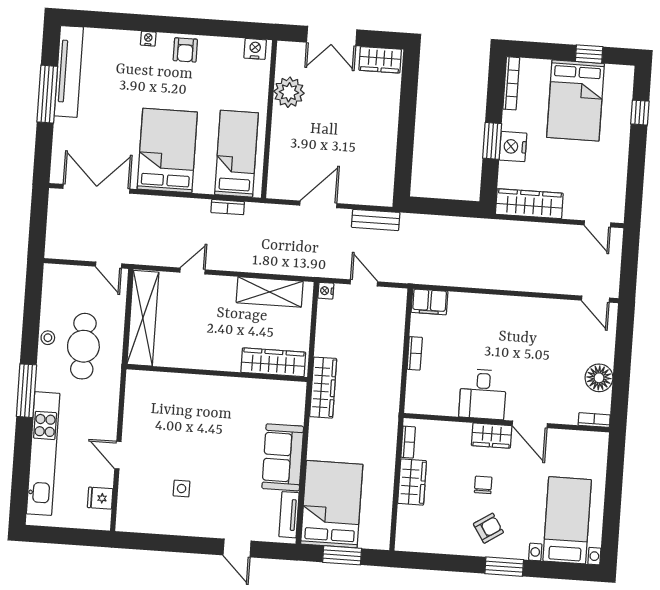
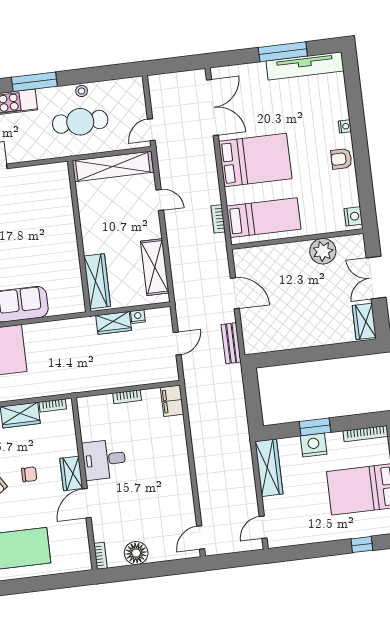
nightstand: (326, 291) -> (138, 317), moved
wardrobe: (323, 388) -> (114, 323), moved, width x0.67

